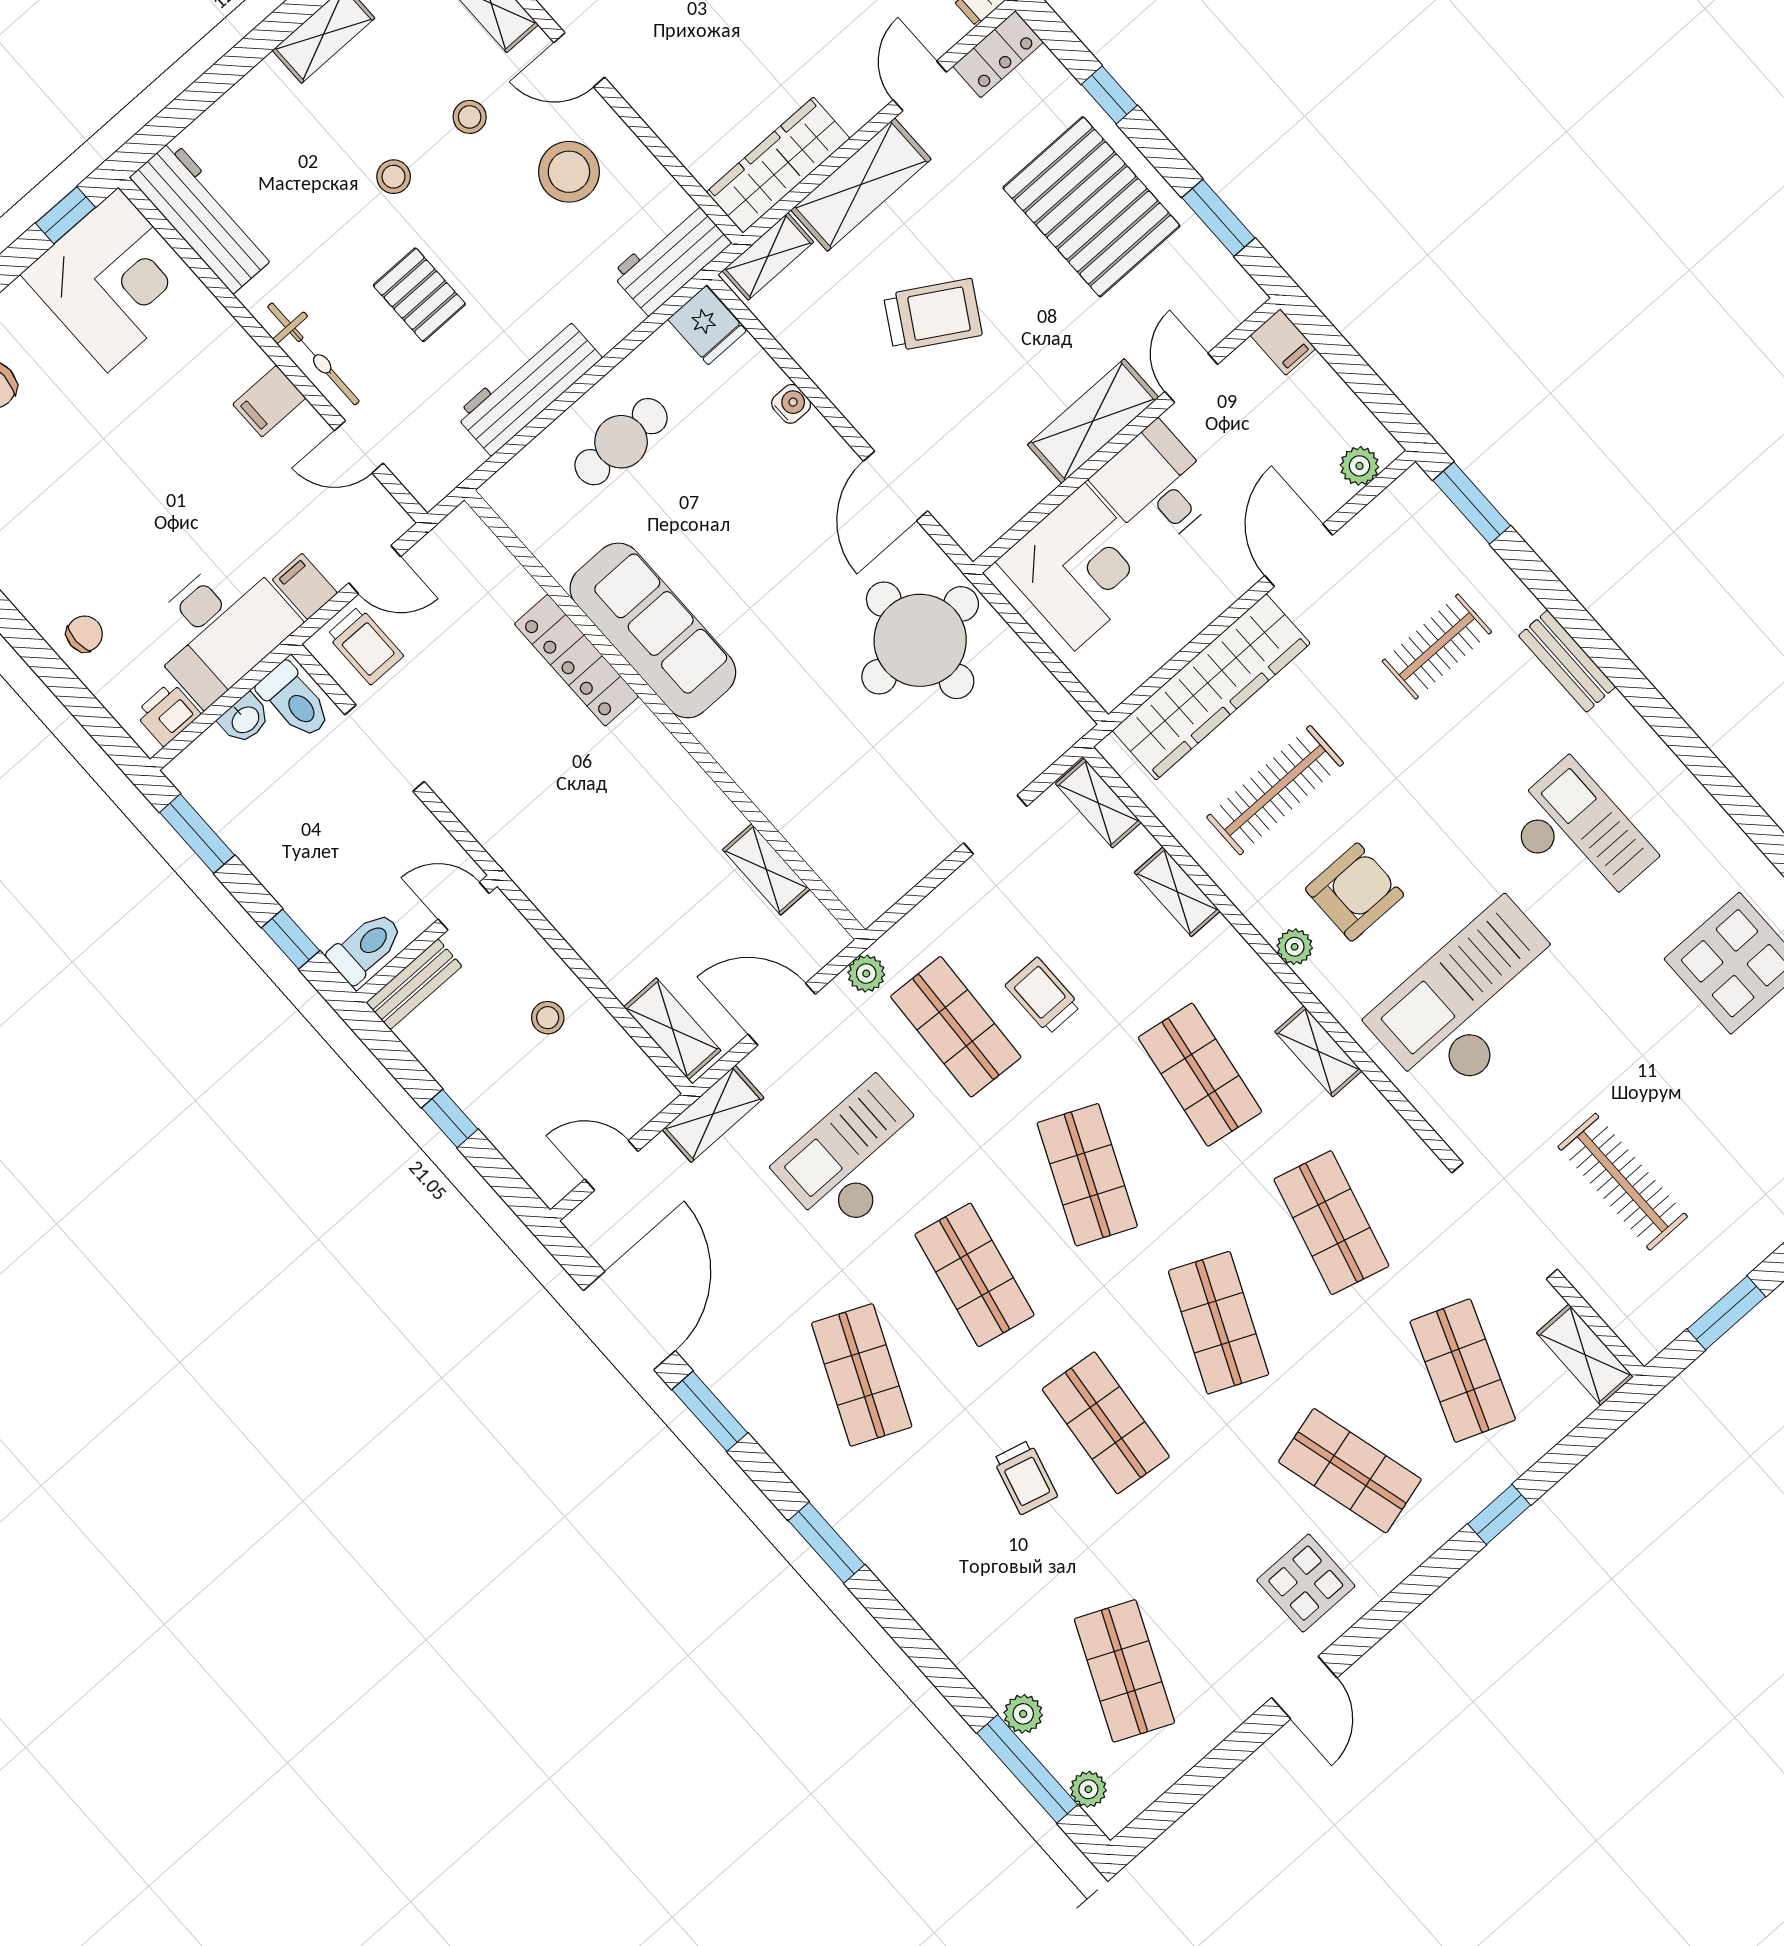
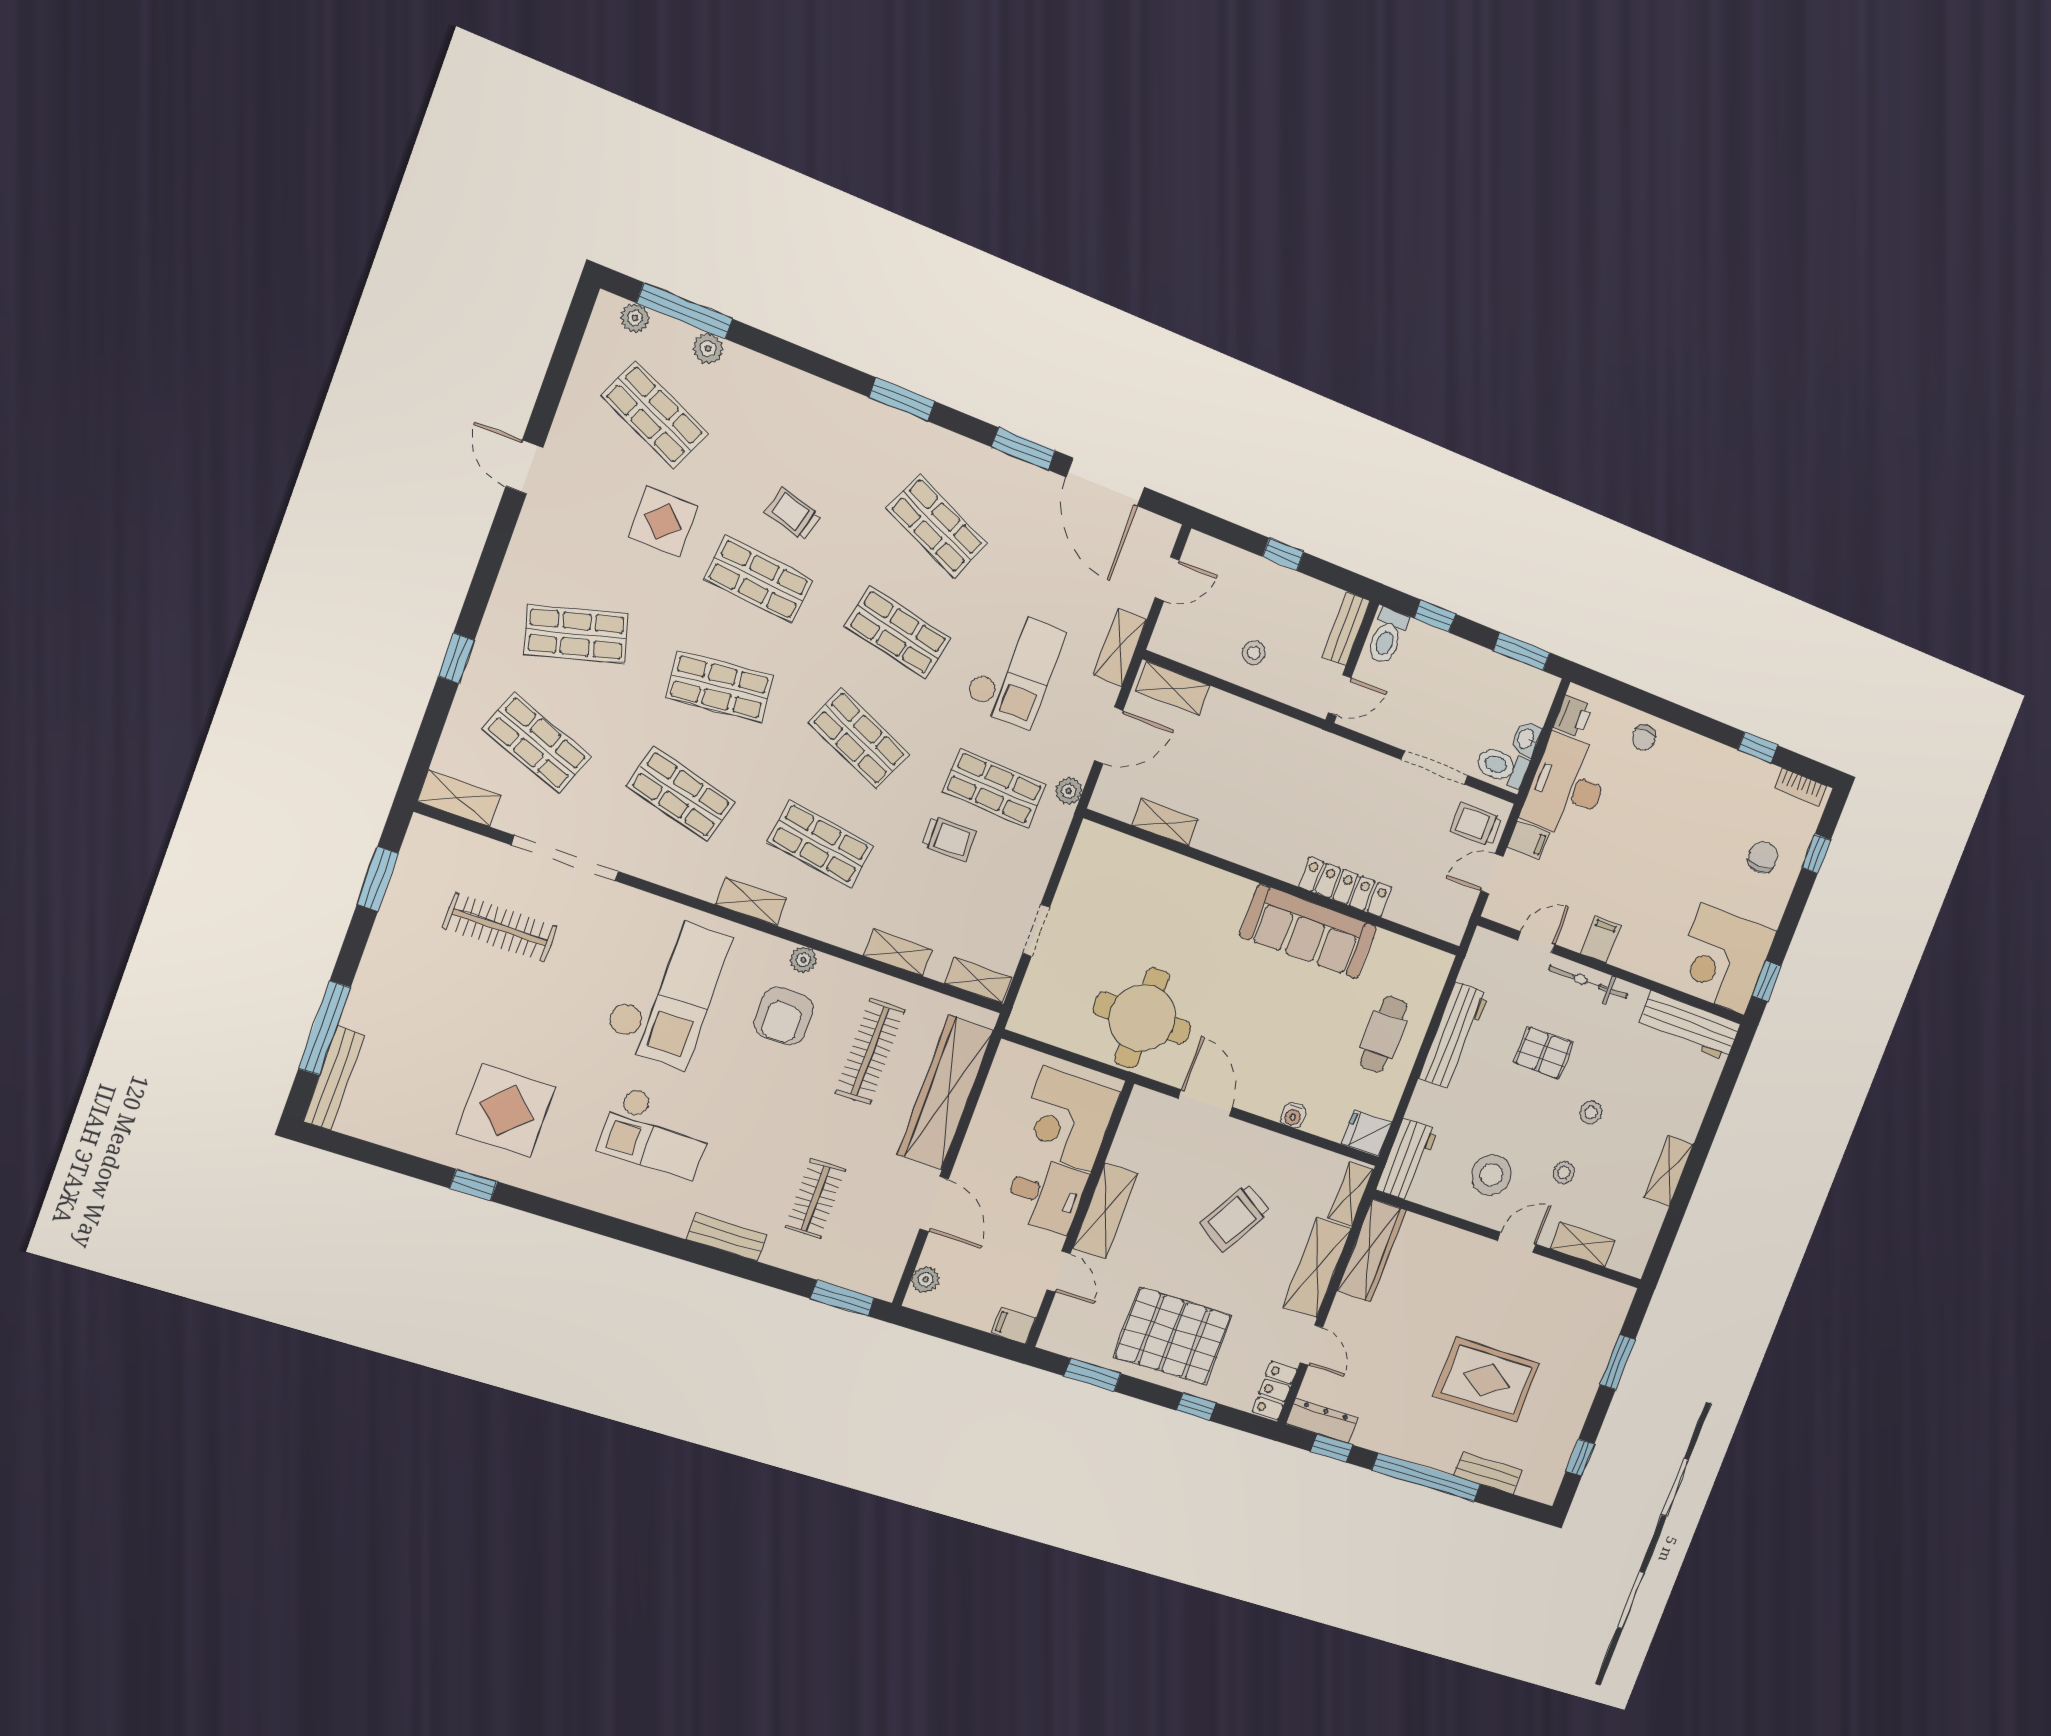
shop shelf: (1219, 1323) -> (720, 687), turned -30
display table: (1306, 1583) -> (663, 522), moved

